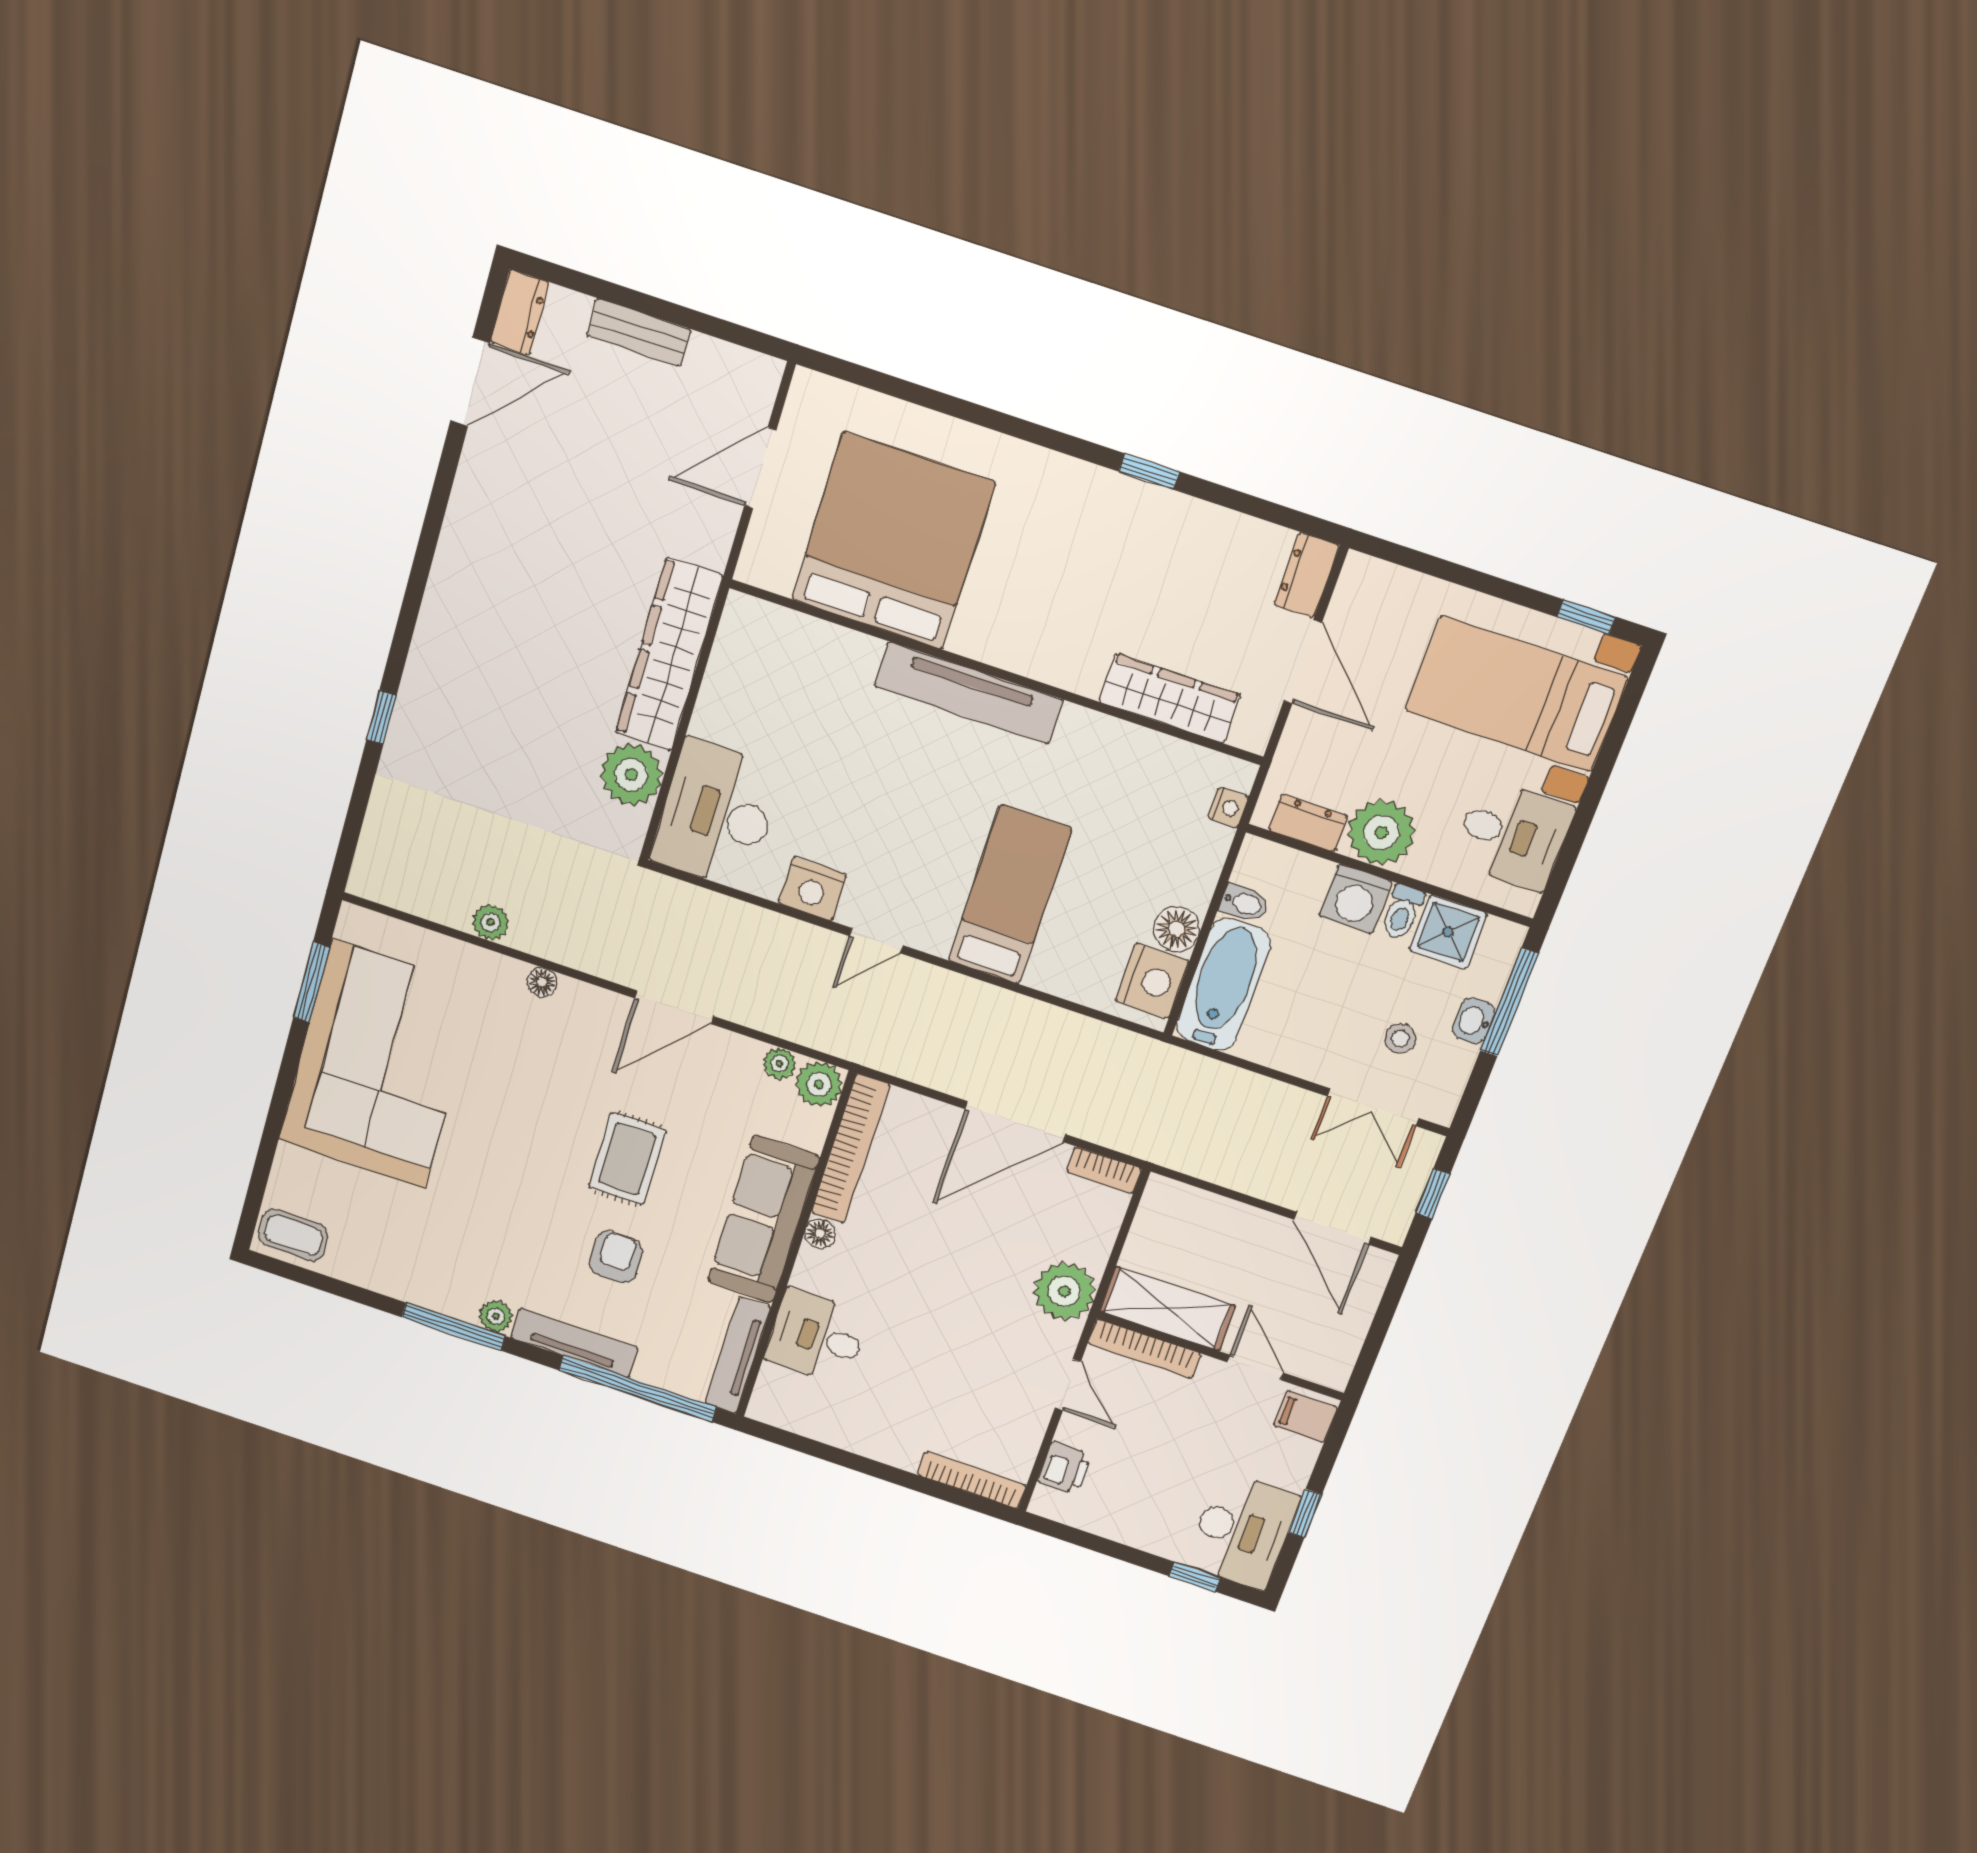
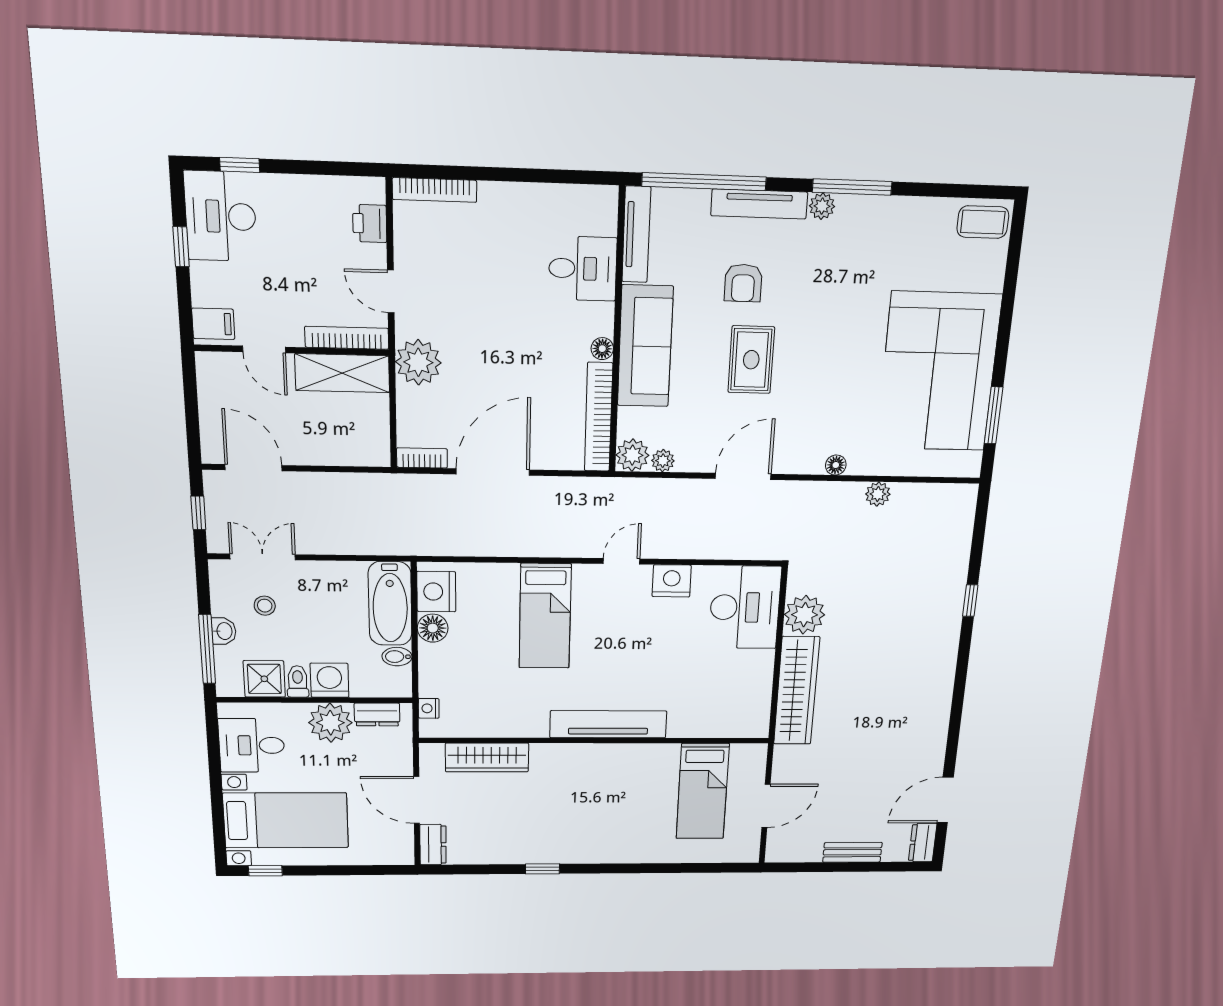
bed: (893, 541) -> (703, 791), width x0.49

